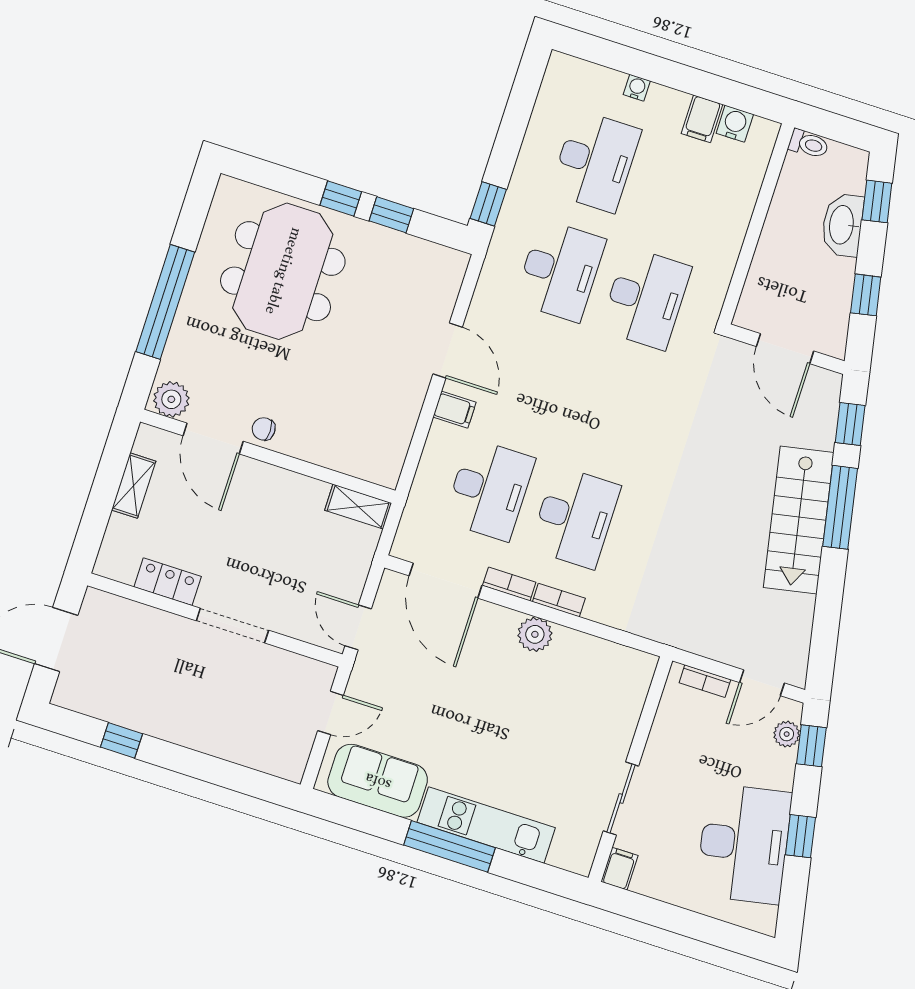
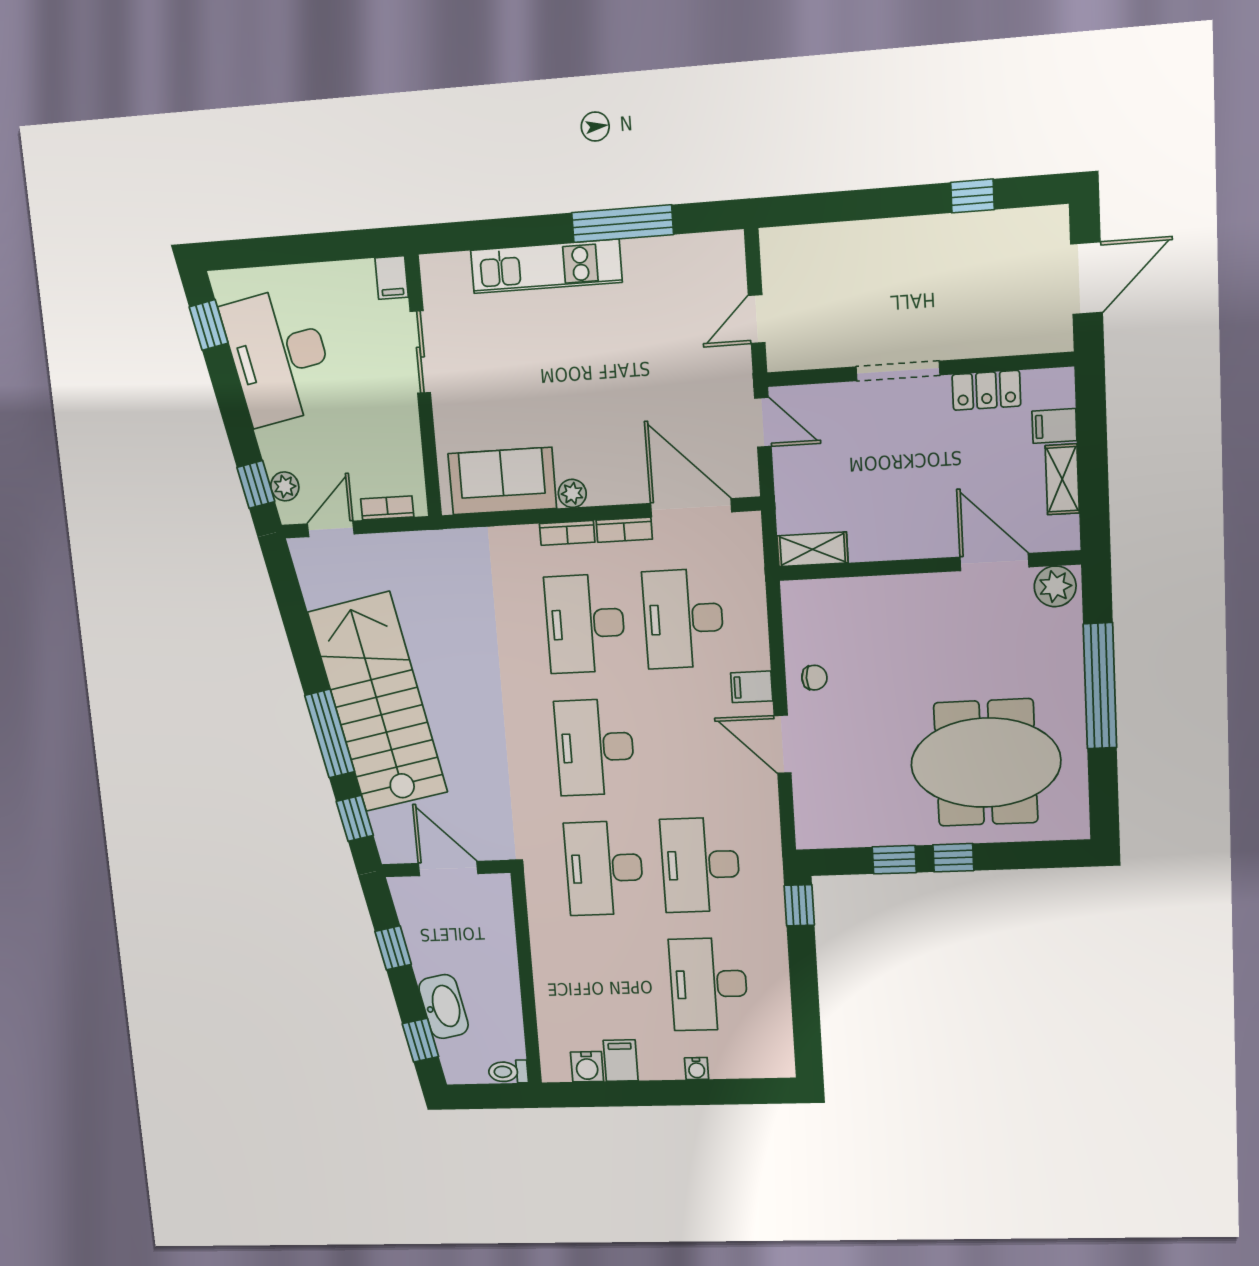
meeting table: (283, 271) -> (986, 763), turned 90
desk: (610, 408) -> (595, 747), added
chair: (264, 429) -> (814, 678), moved
stairs: (799, 520) -> (378, 702), width x1.36, depth x1.51
filing cabinet: (124, 531) -> (1054, 426), added
plant: (535, 634) -> (572, 493), width x0.73, depth x0.73
sofa: (378, 781) -> (502, 481), moved, turned 180
window: (800, 836) -> (209, 325), moved
window: (450, 846) -> (623, 224), moved

